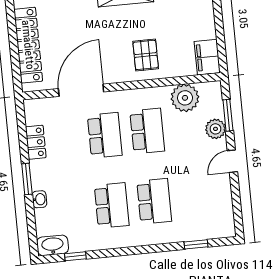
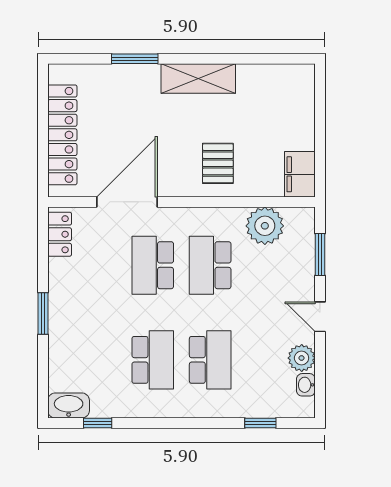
plant: (215, 129) -> (302, 358), moved
school desk: (147, 131) -> (210, 265), turned 180
school desk: (105, 135) -> (153, 265), turned 180
locker: (36, 142) -> (60, 234), moved
door: (232, 161) -> (320, 317), hinge flipped
washbasin: (39, 199) -> (306, 385), moved, turned 180

